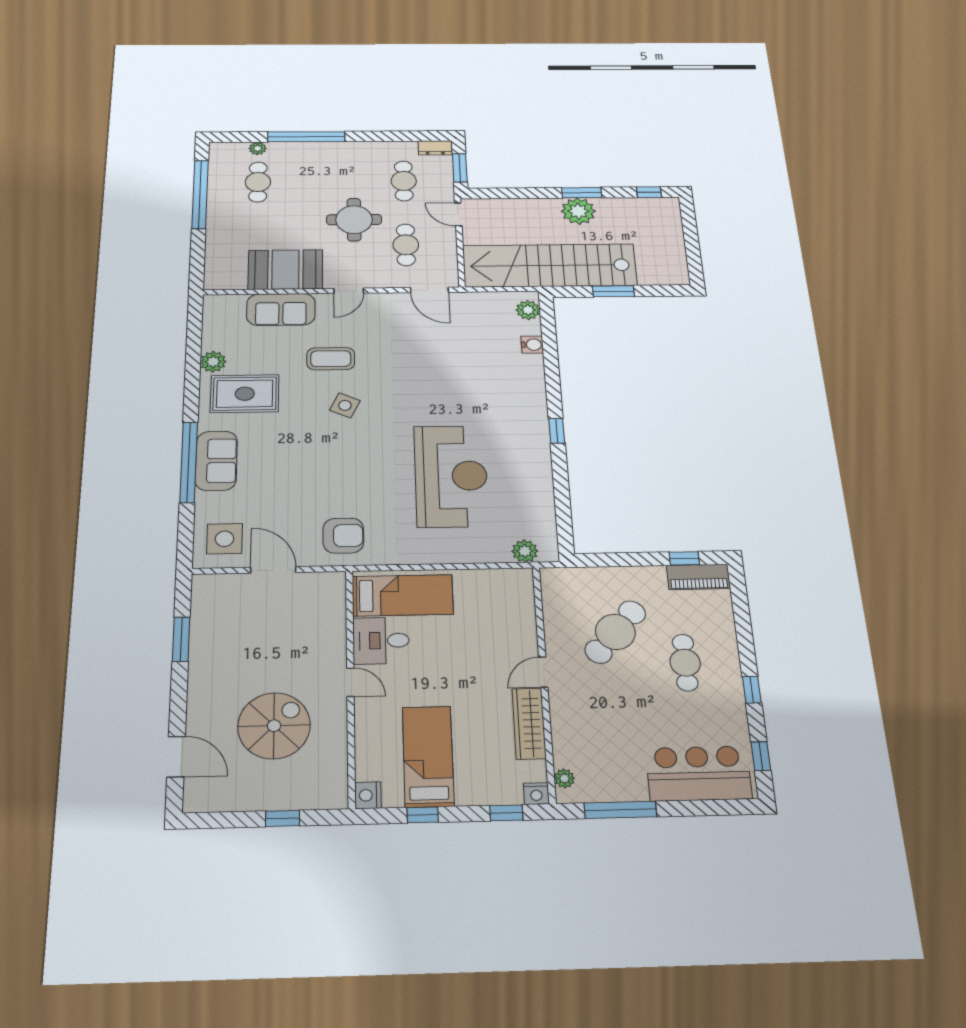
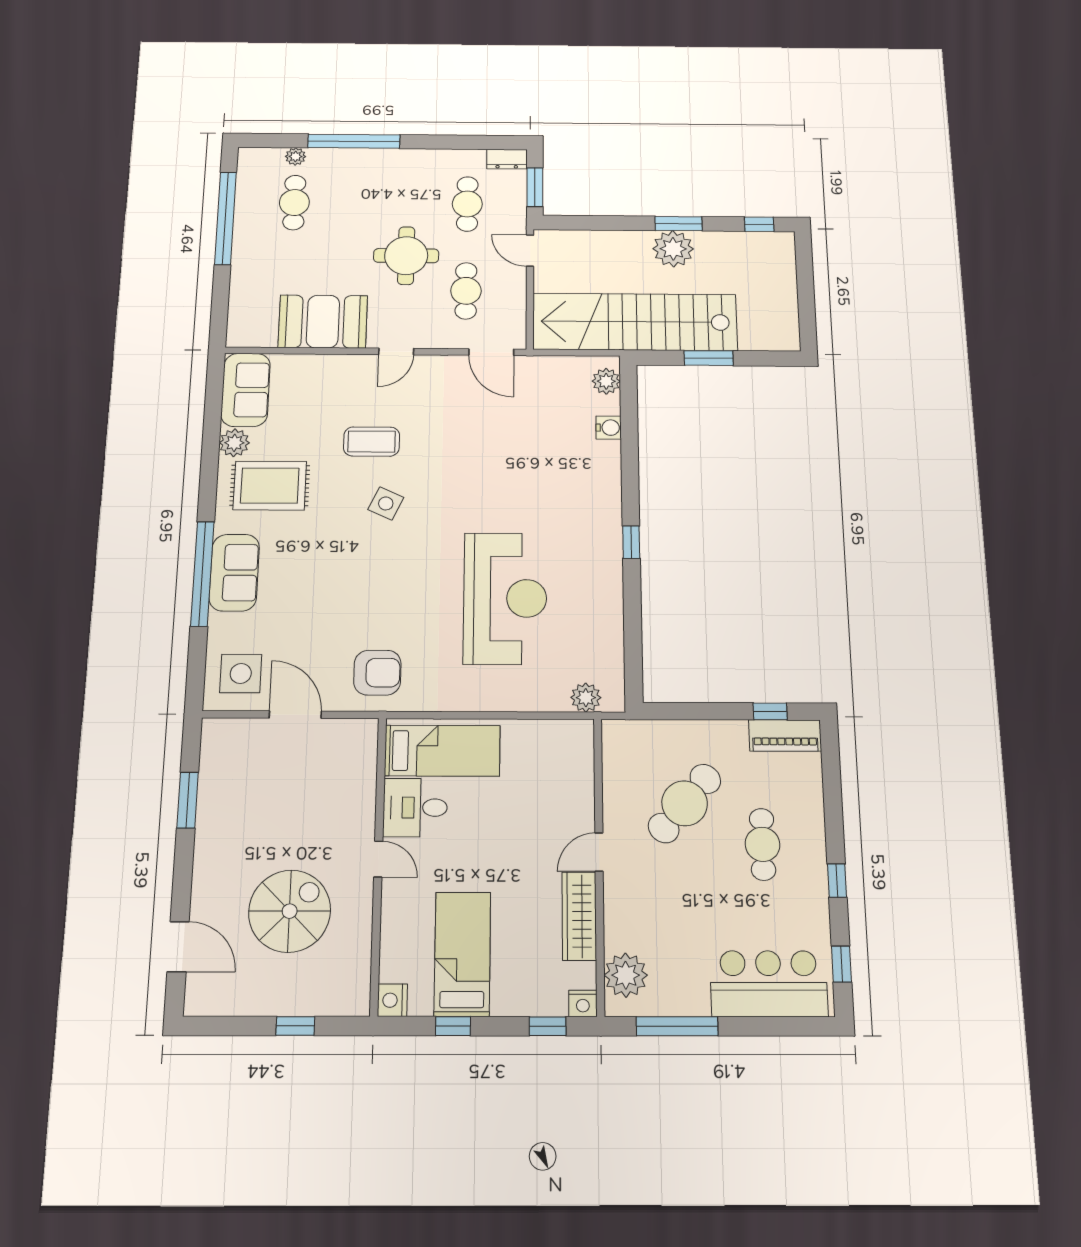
sofa: (281, 309) -> (246, 390), moved, turned -90
plant: (564, 778) -> (626, 975), width x1.88, depth x1.88

